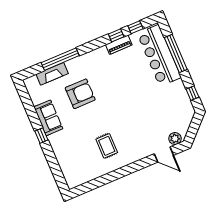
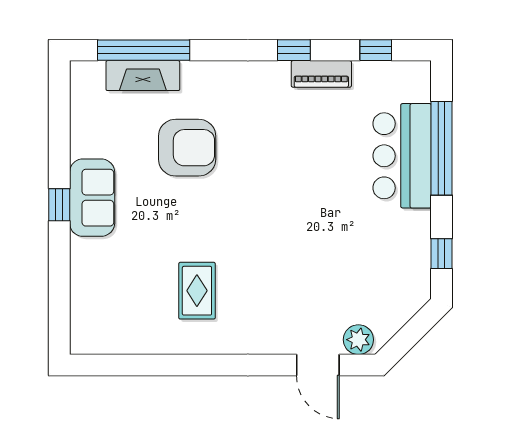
window: (116, 35) -> (294, 50), moved
bar counter: (159, 55) -> (402, 156), width x0.73
window: (60, 59) -> (144, 50), moved
sofa: (48, 118) -> (92, 198), moved

